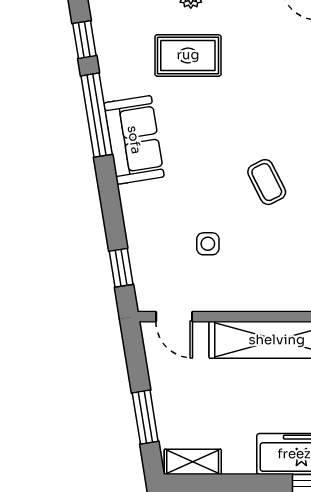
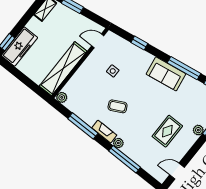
rug: (188, 55) -> (167, 131), moved
window: (121, 268) -> (139, 43), moved

